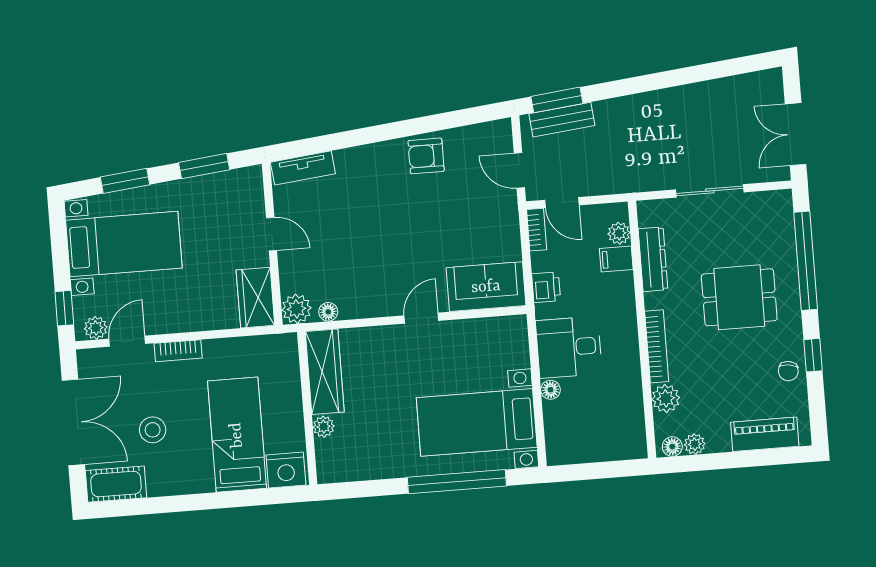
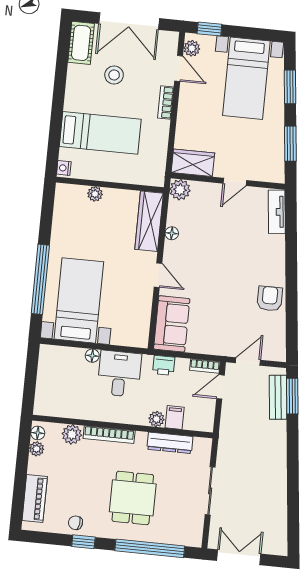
plant: (619, 233) -> (156, 419), moved
floor lamp: (328, 312) -> (172, 233), moved
wardrobe: (325, 372) -> (149, 221), moved, turned 90
nightstand: (286, 470) -> (64, 168), width x0.53, depth x0.56

